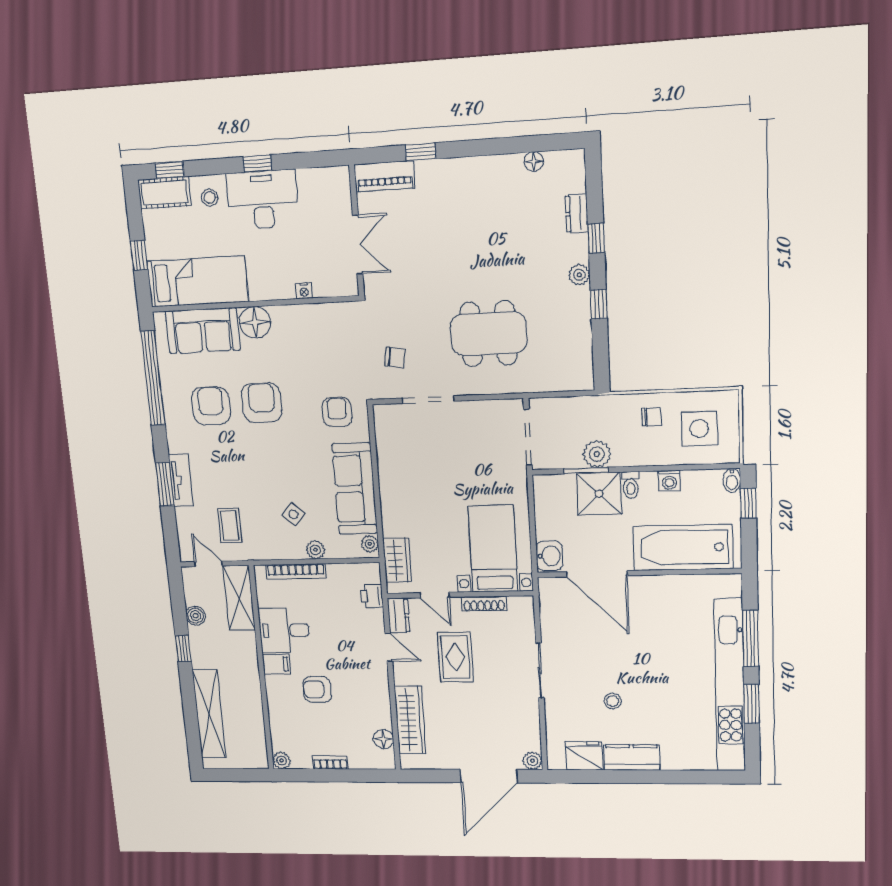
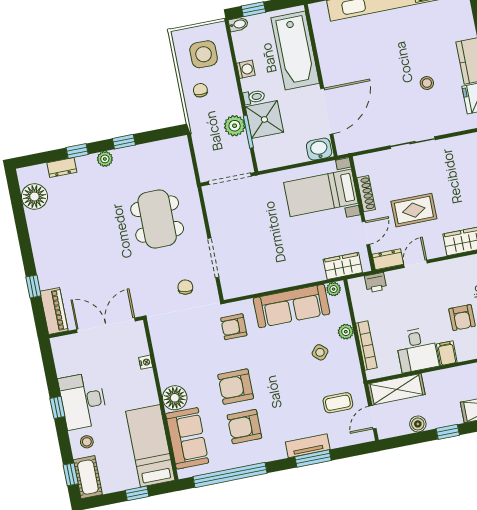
floor lamp: (534, 161) -> (34, 197), width x1.89, depth x1.89
double door: (358, 245) -> (106, 325), width x1.37

